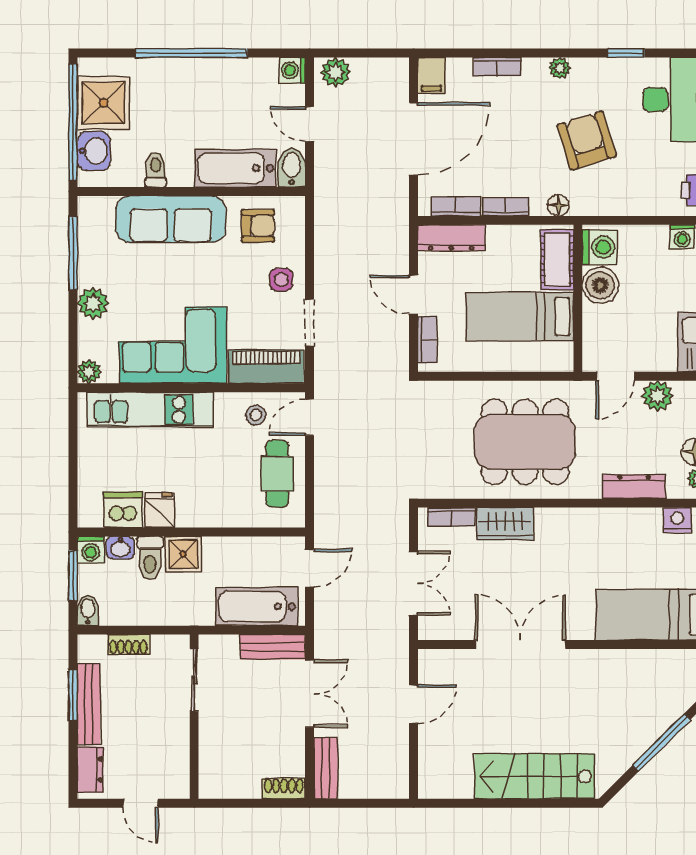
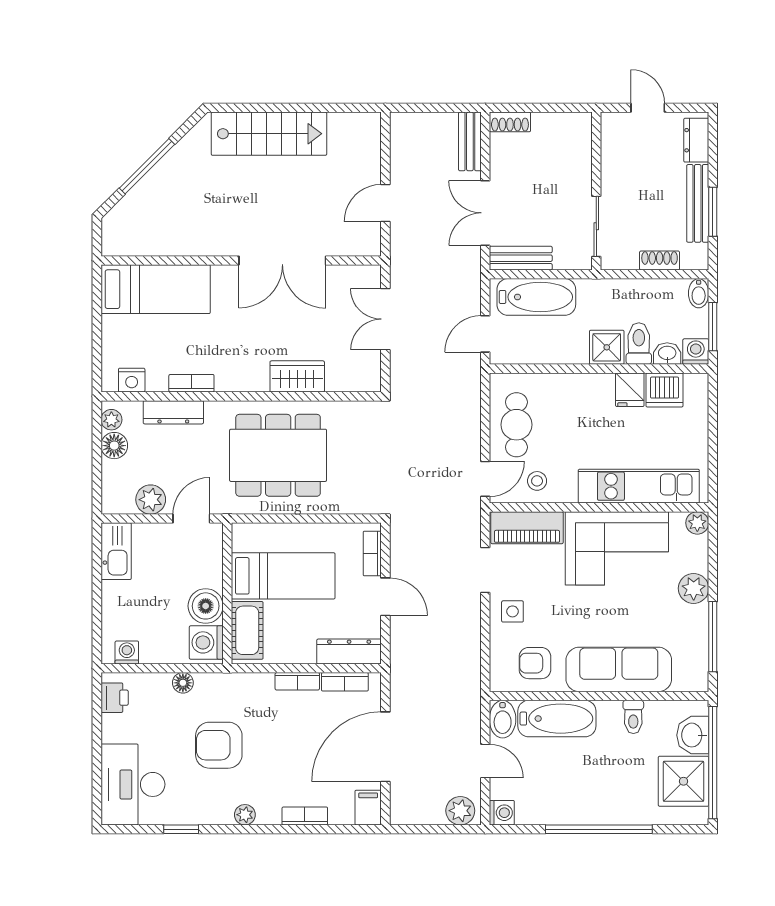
armchair: (587, 140) -> (219, 745), turned 107
floor lamp: (558, 205) -> (183, 683), moved
bookcase: (451, 517) -> (191, 383), moved

